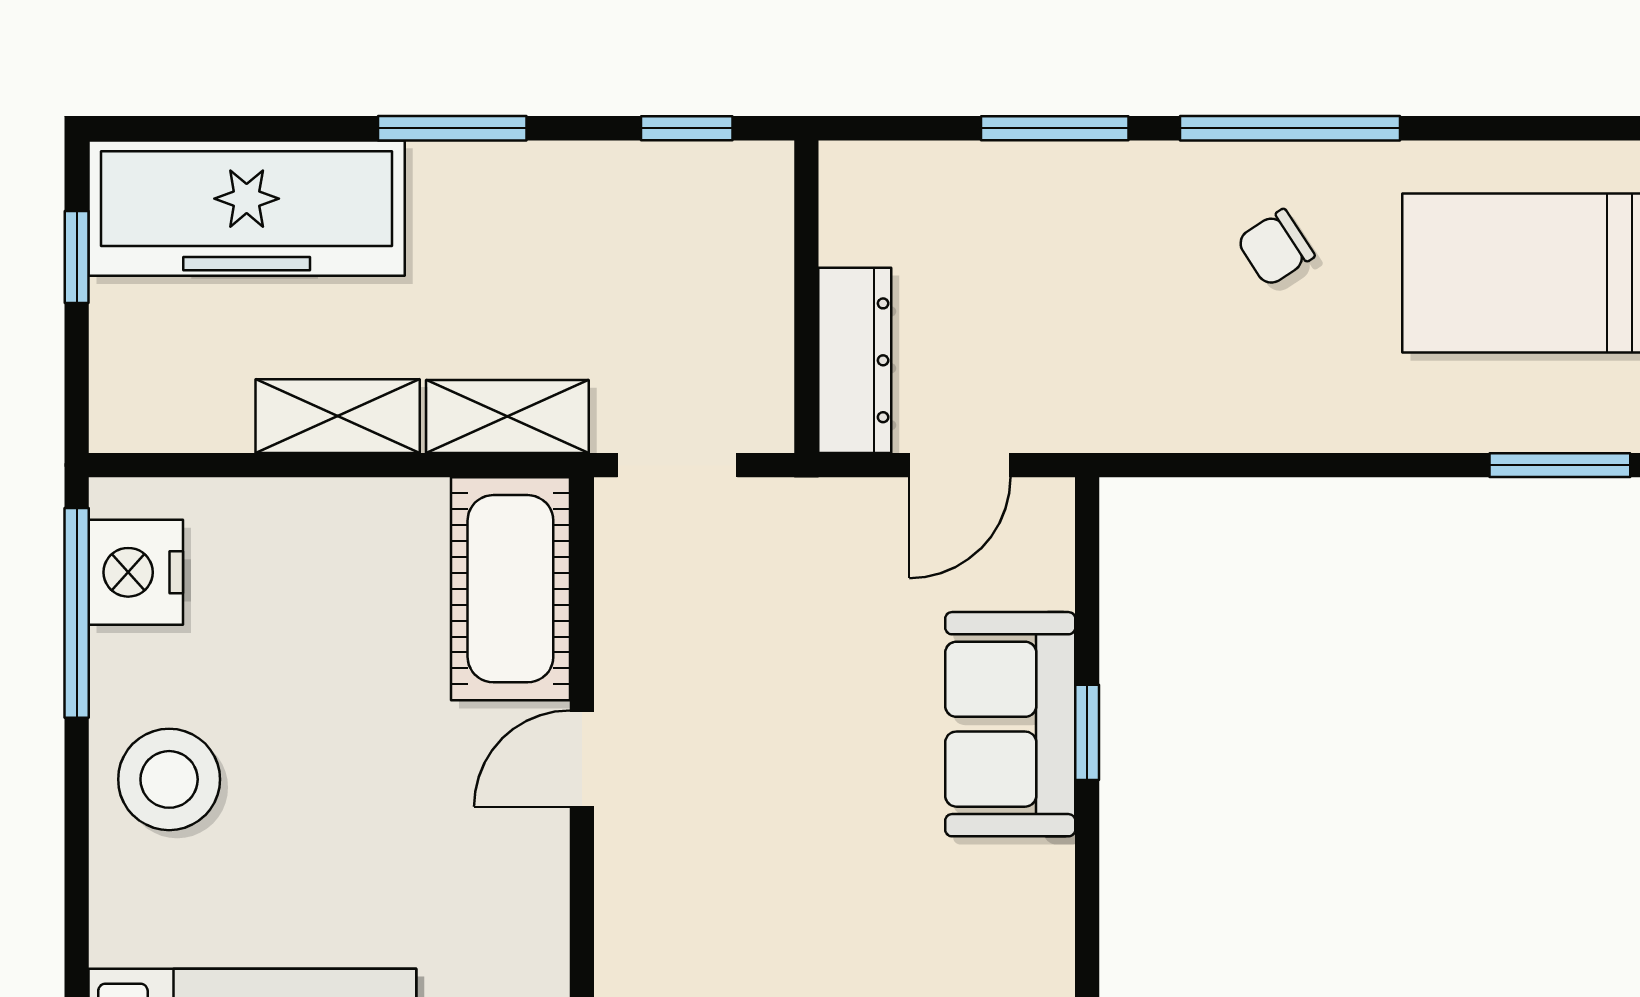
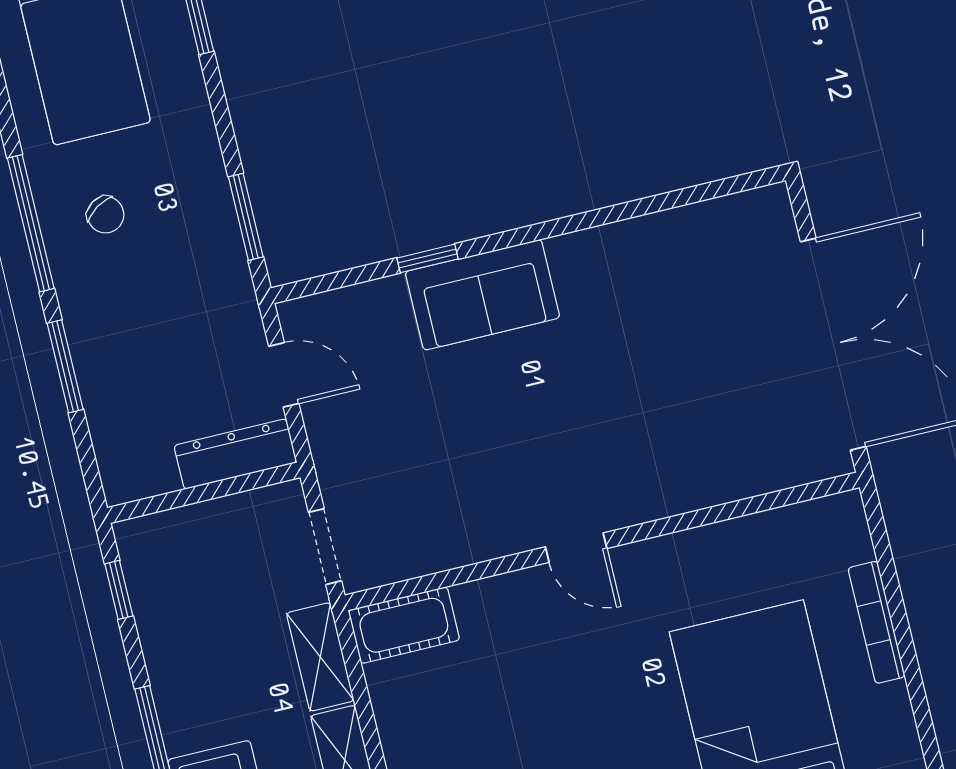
window: (1220, 465) -> (246, 217), added
cot: (510, 589) -> (404, 625), width x0.73, depth x0.75
sofa: (1010, 724) -> (482, 295), moved
door: (582, 759) -> (576, 548), moved

